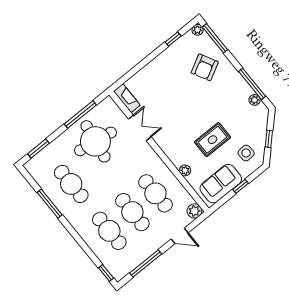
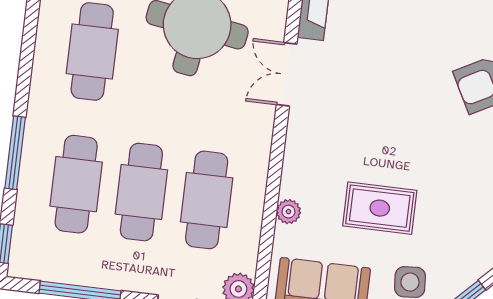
double door: (140, 128) -> (287, 74), swing flipped
window: (50, 204) -> (15, 153), moved

